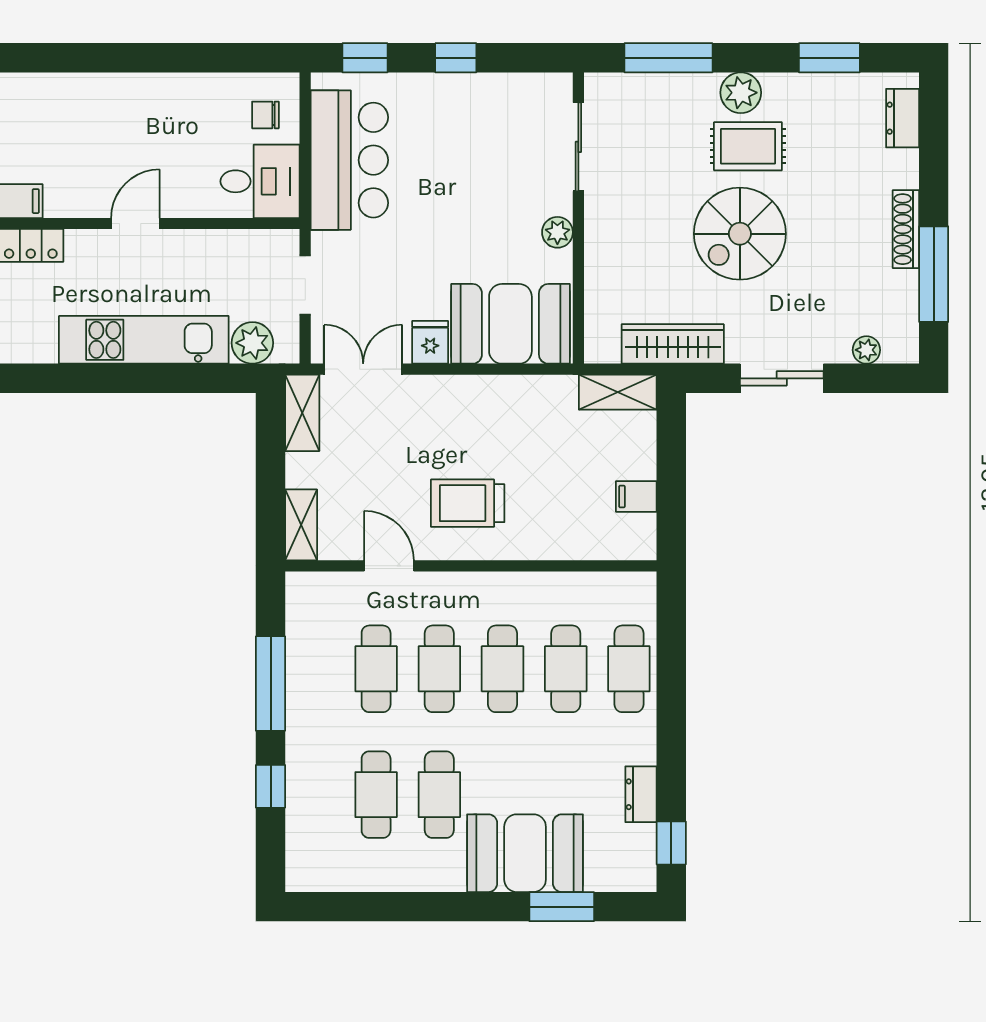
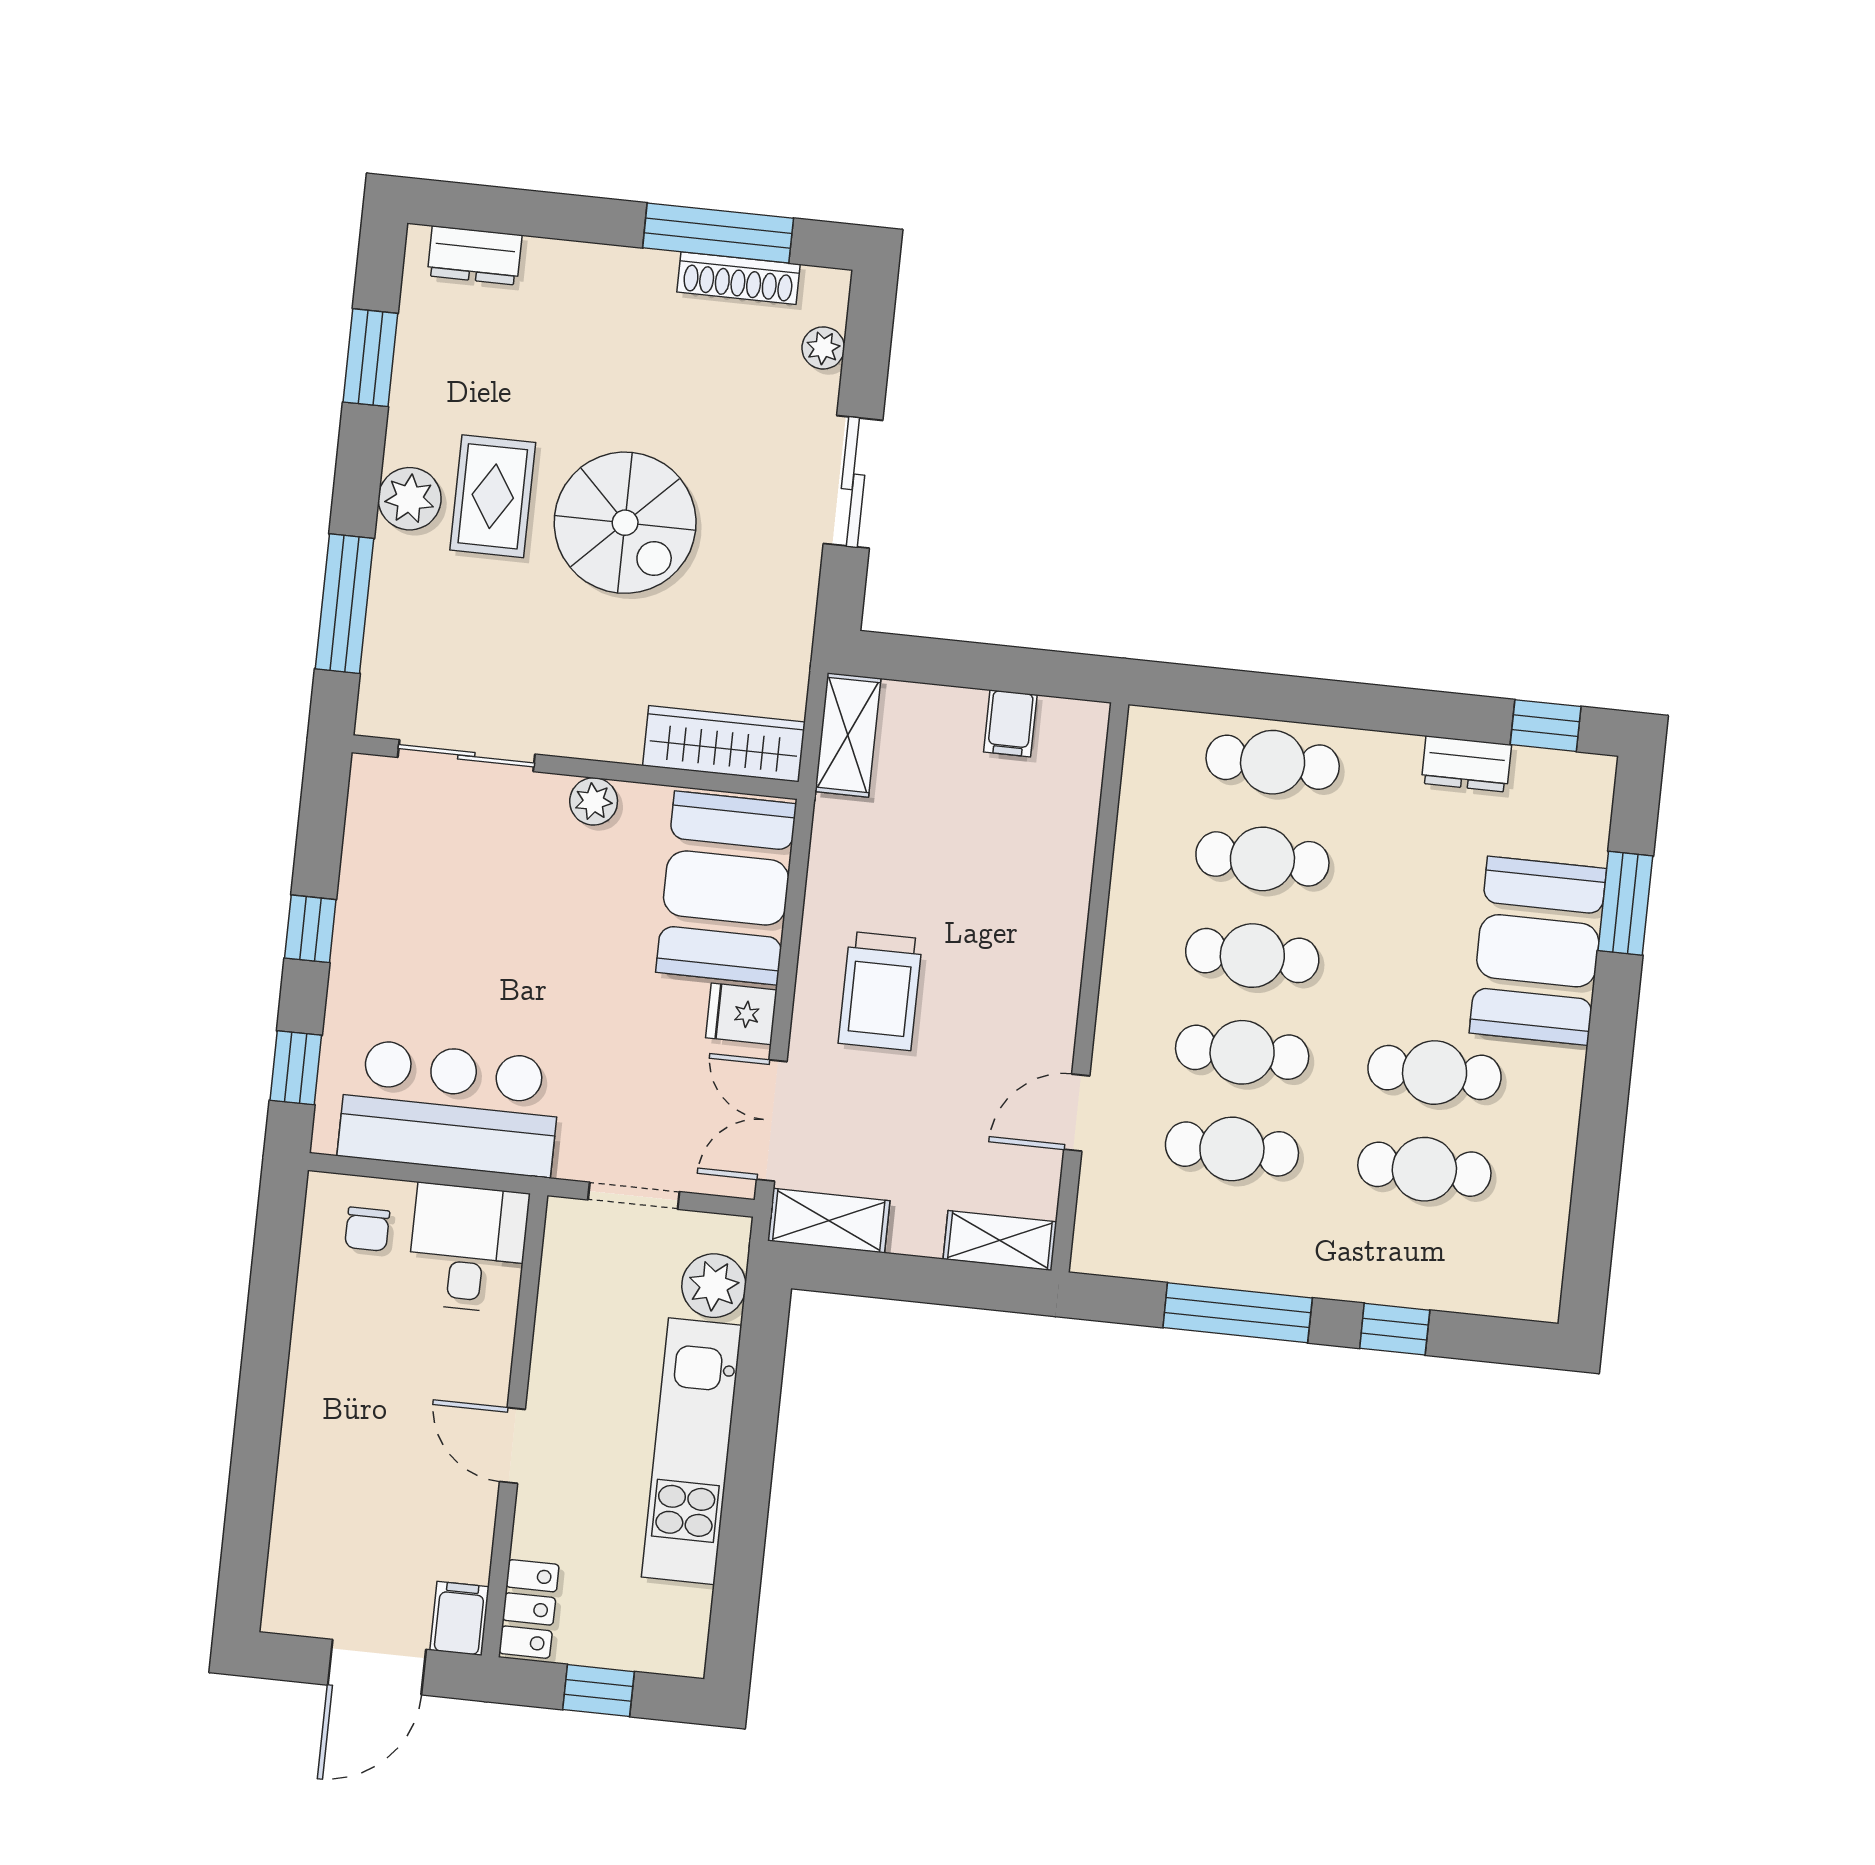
shoe rack: (906, 229) -> (738, 278), moved
wardrobe: (673, 344) -> (724, 744), moved, turned 90
trolley: (468, 503) -> (880, 991), moved

